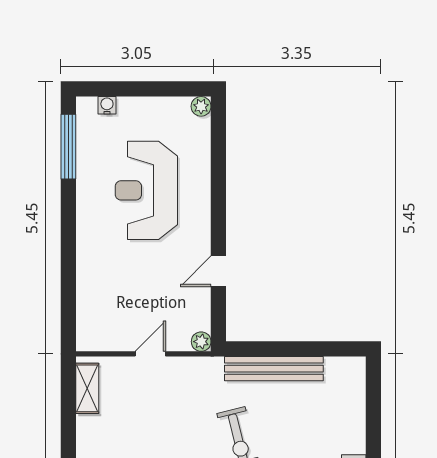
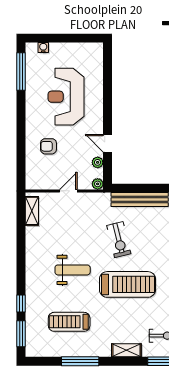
plant: (201, 106) -> (98, 162), moved
door: (218, 271) -> (108, 143), hinge flipped
armchair: (116, 276) -> (49, 146), added

